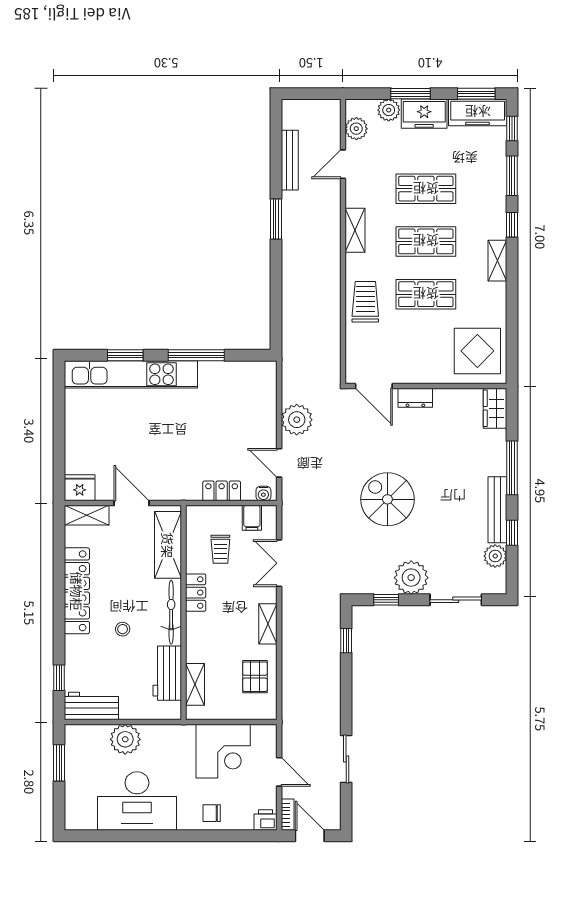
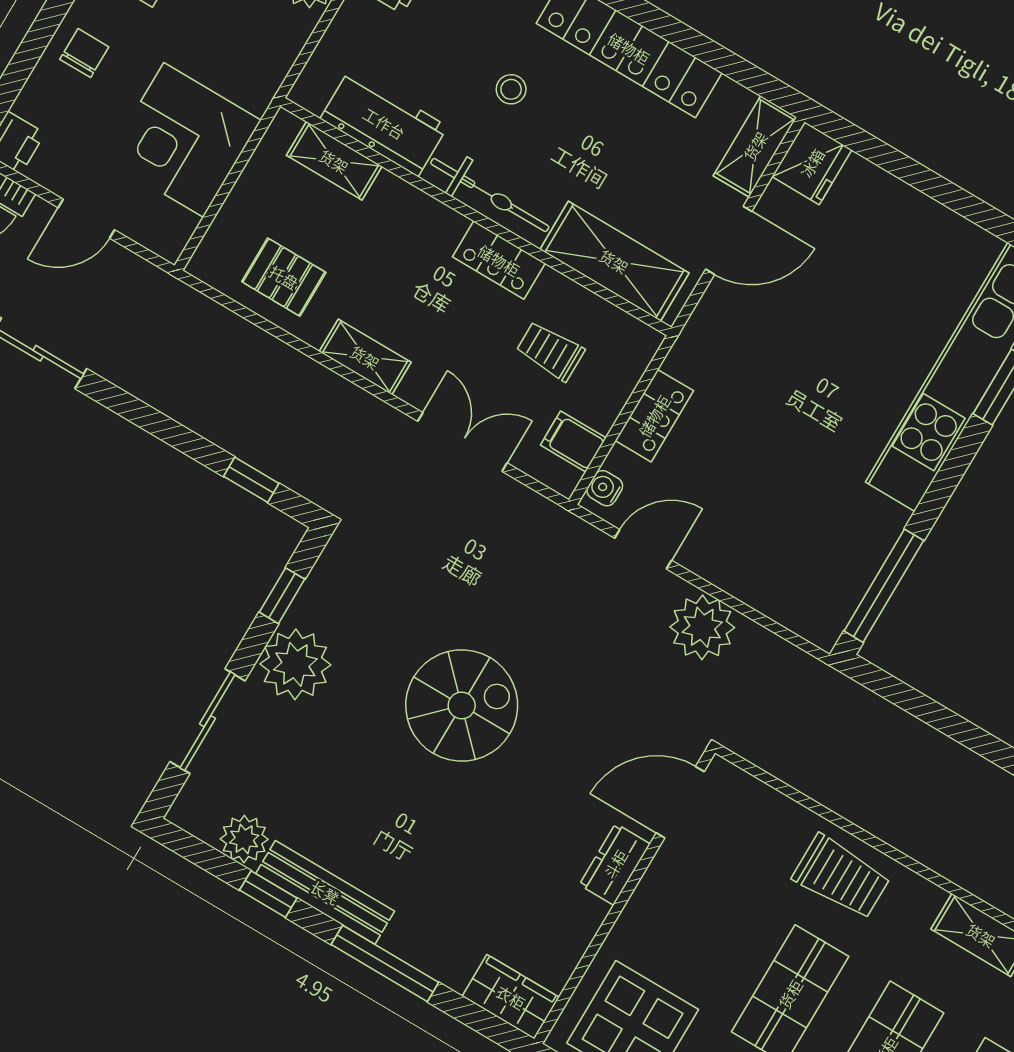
window: (196, 355) -> (884, 586), moved

